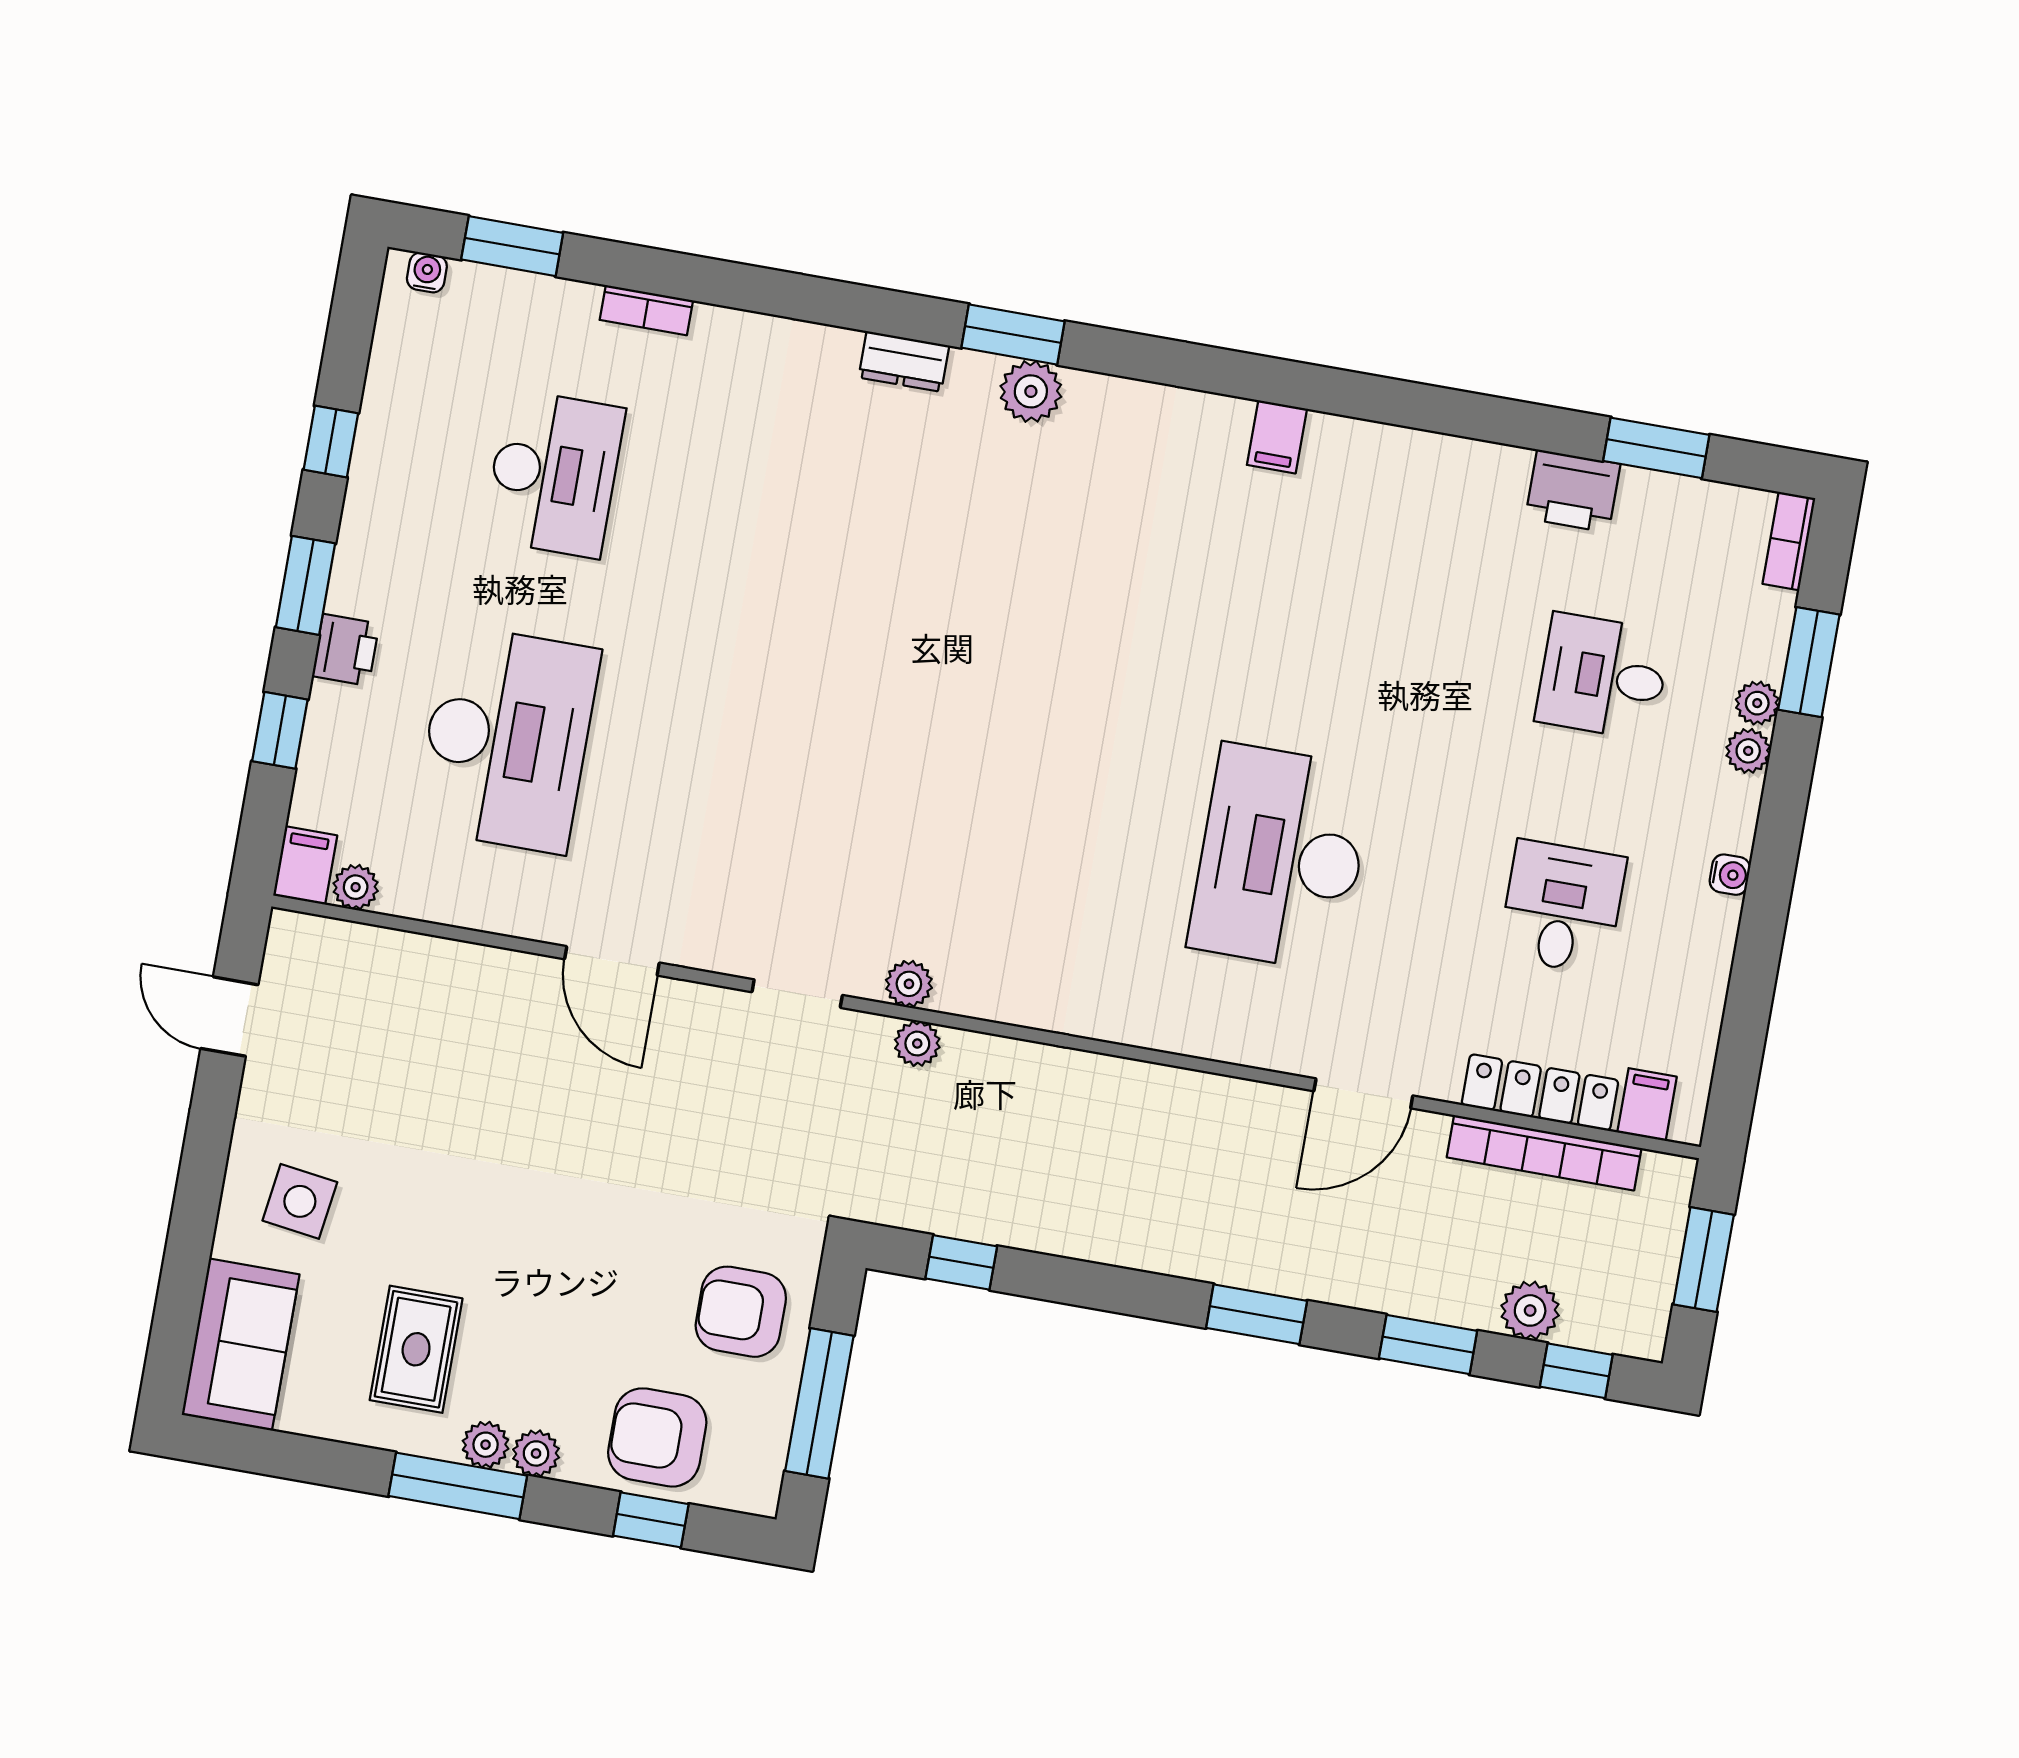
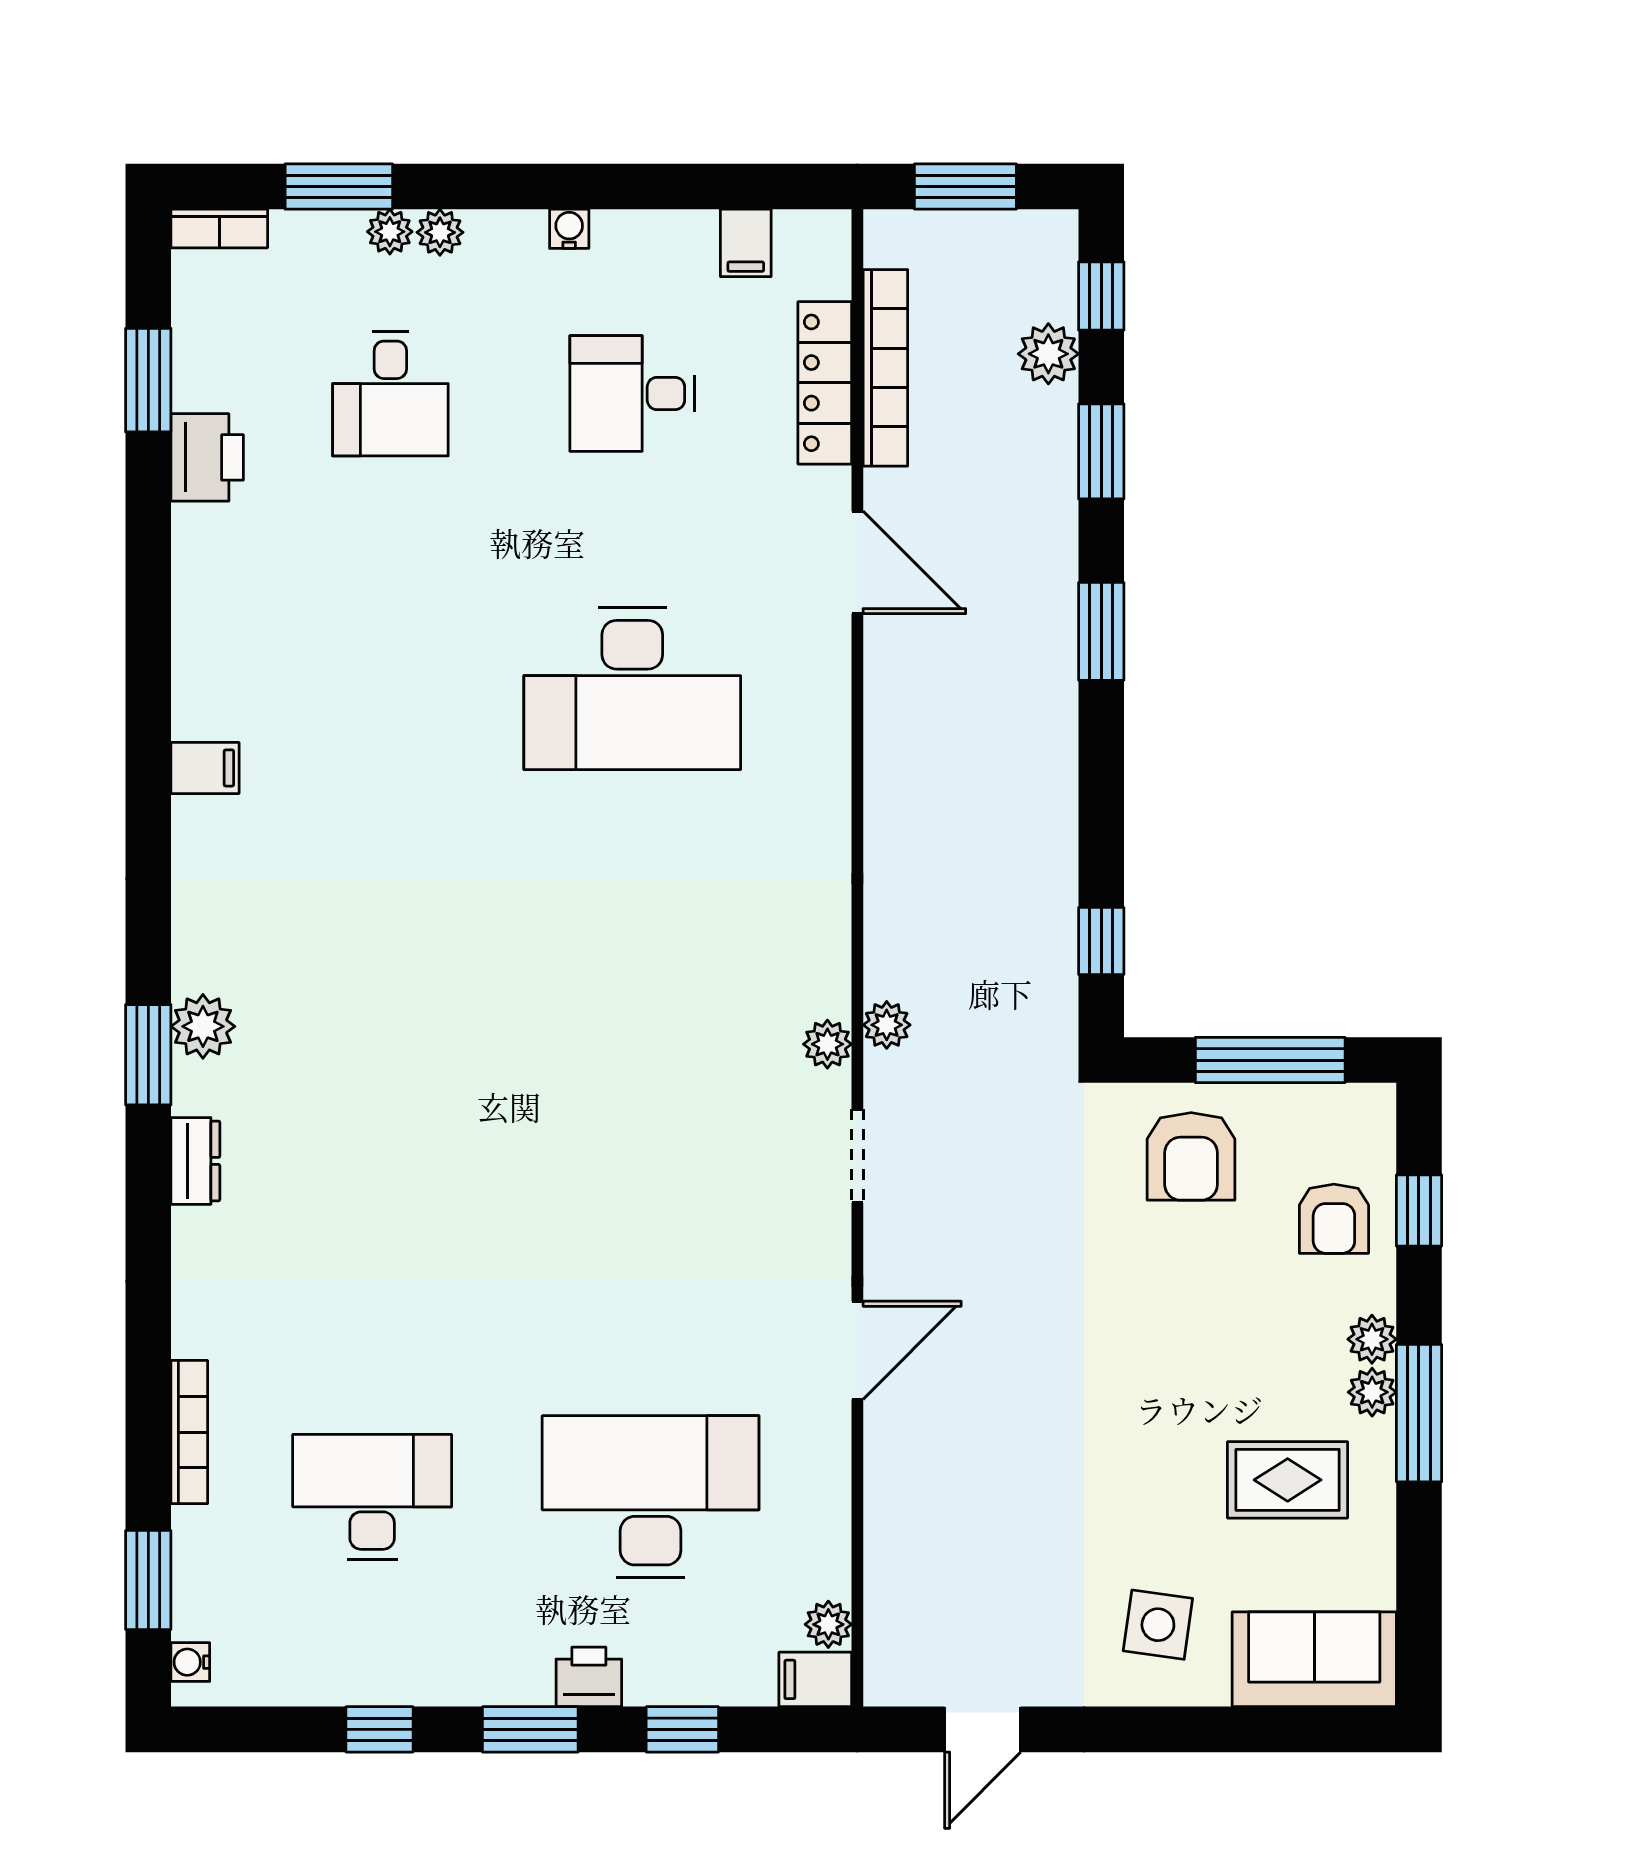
bookcase: (646, 310) -> (189, 1432), width x1.56
filing cabinet: (1647, 1105) -> (746, 243), moved, turned -90
armchair: (657, 1437) -> (1334, 1219), width x0.72, depth x0.72

